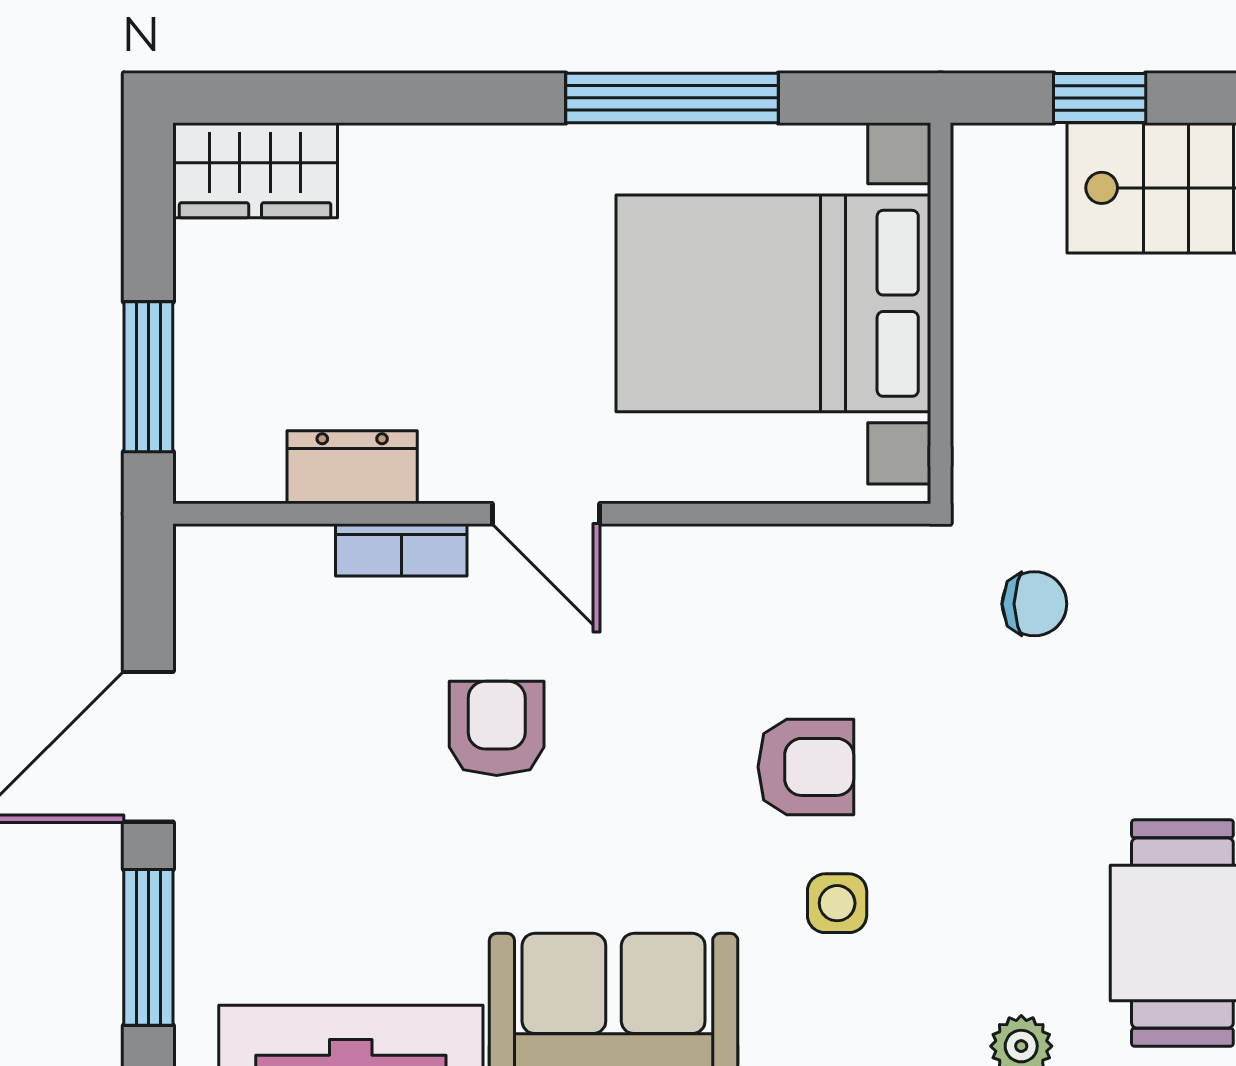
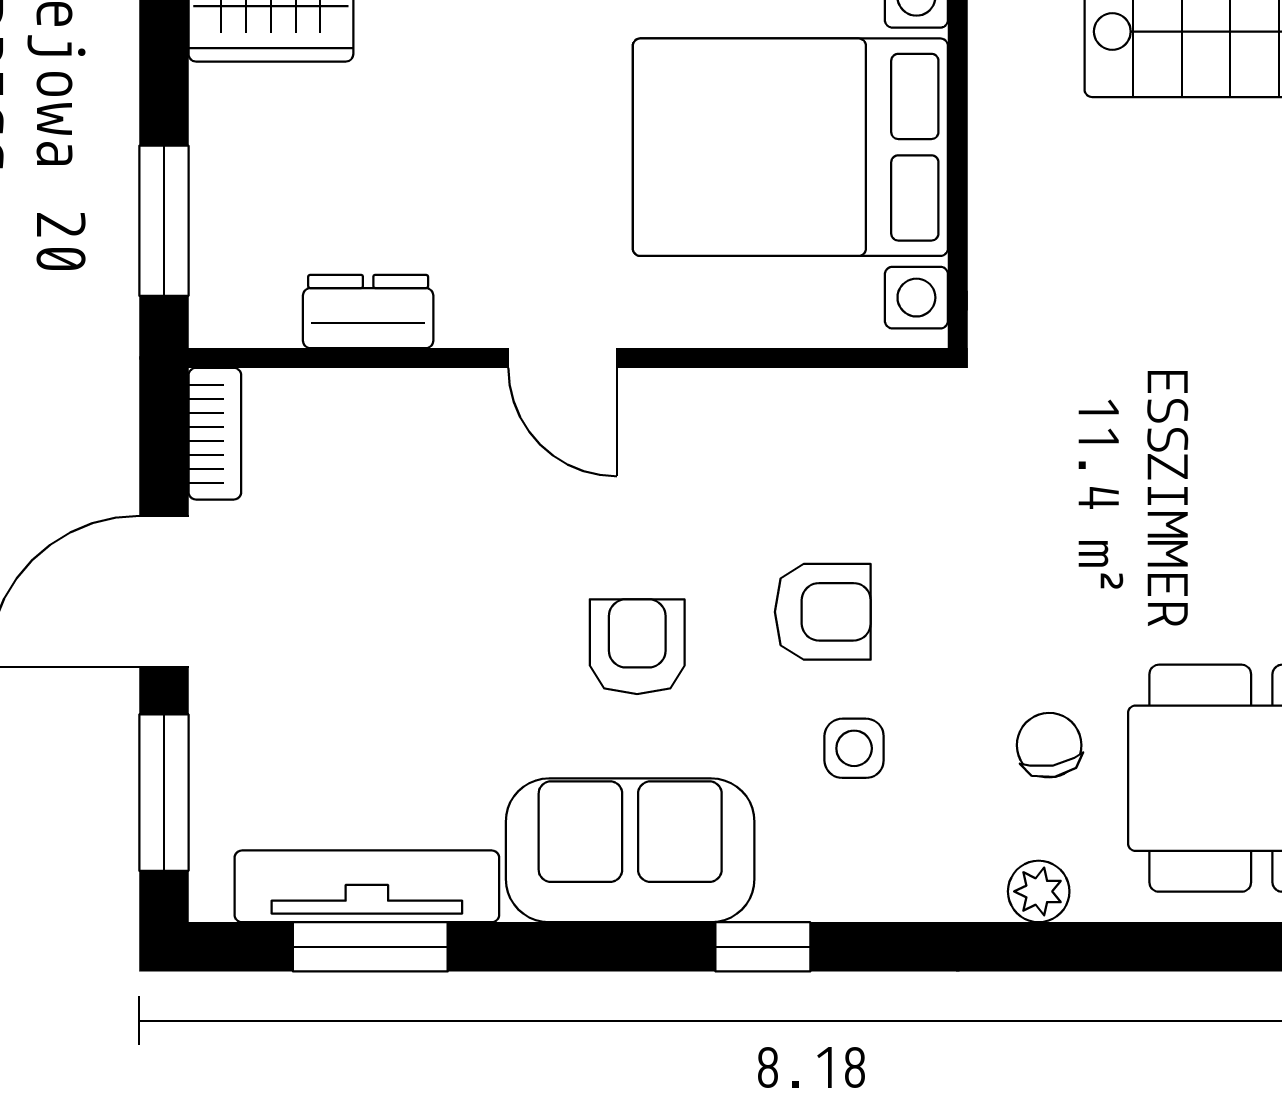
bookcase: (401, 550) -> (215, 434), moved, turned -90
chair: (1034, 604) -> (1049, 745), moved, turned -100
armchair: (497, 728) -> (637, 647), moved

